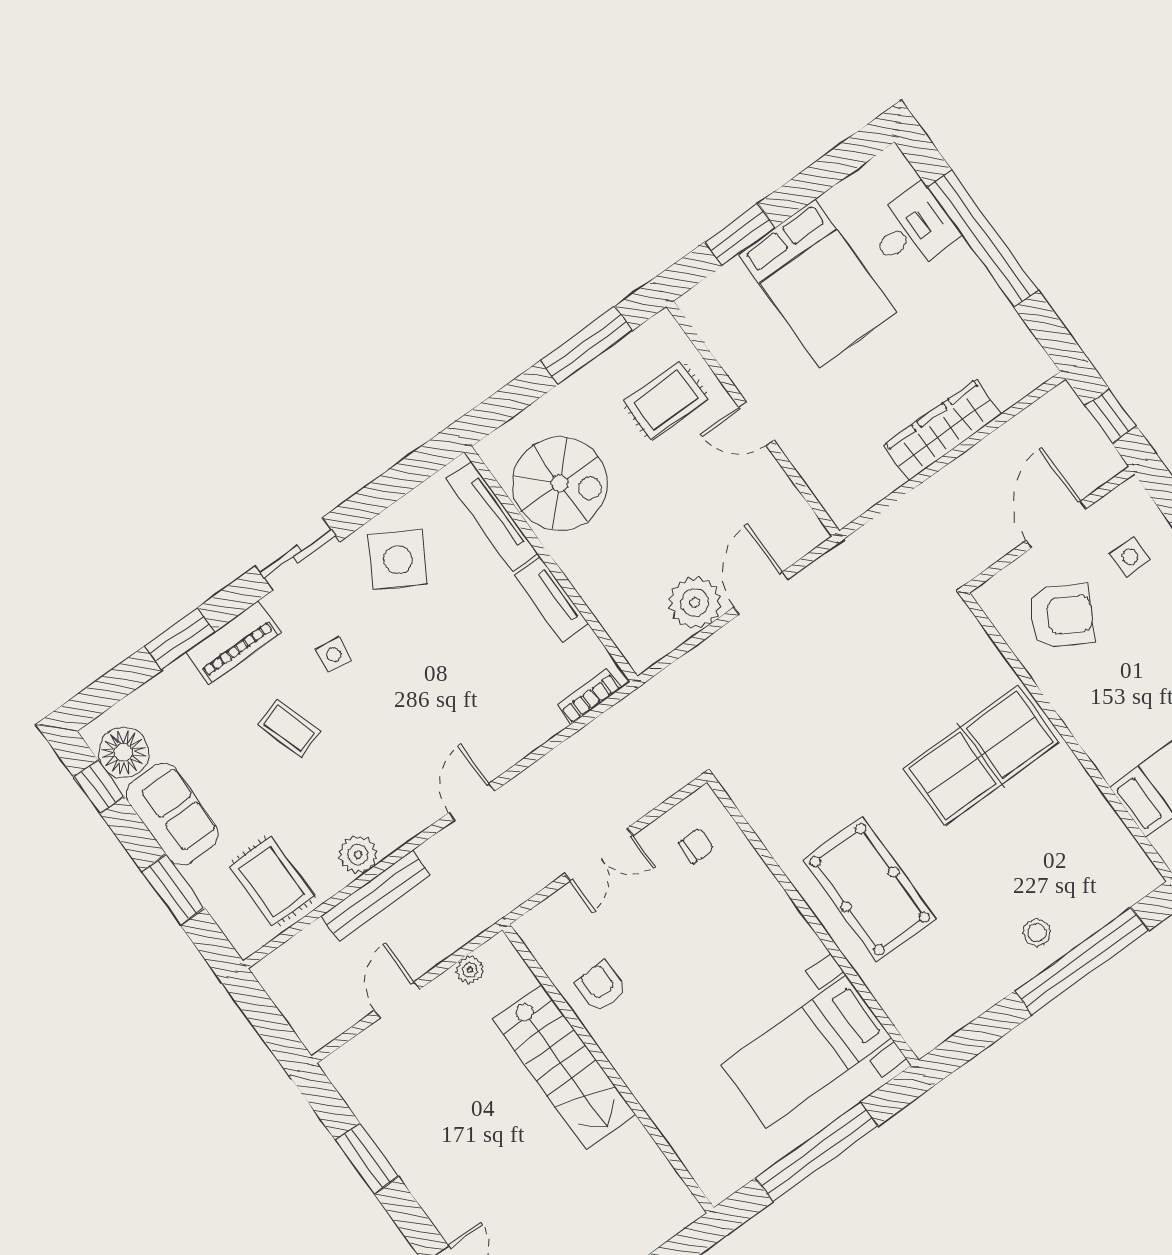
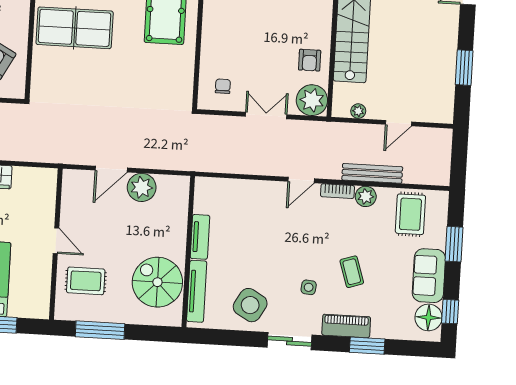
bookcase: (589, 696) -> (337, 191), moved
chair: (696, 846) -> (223, 86), turned 90
plant: (550, 931) -> (312, 100), added

